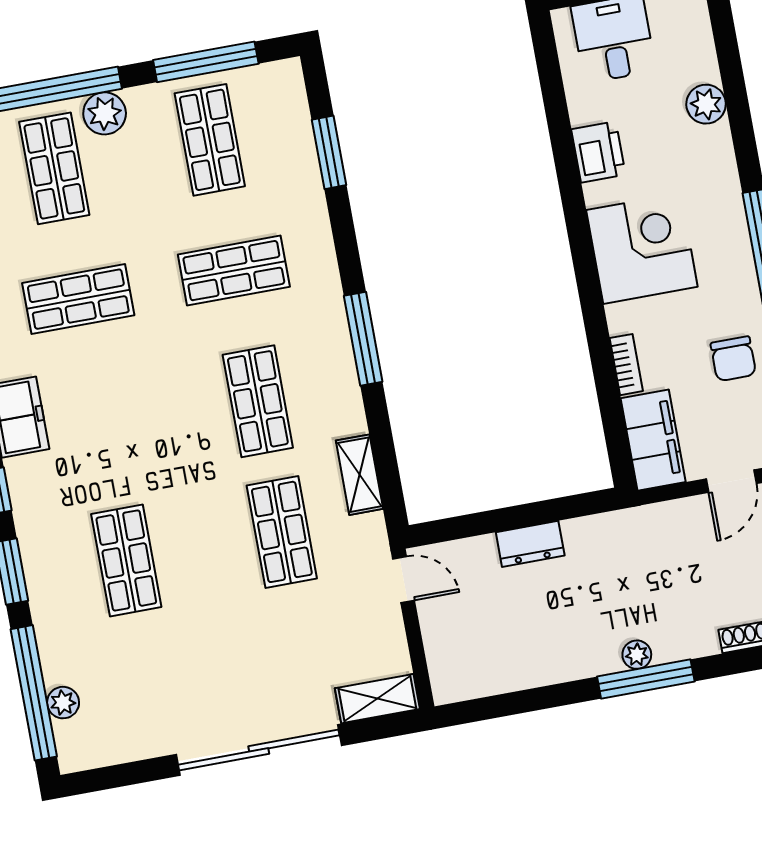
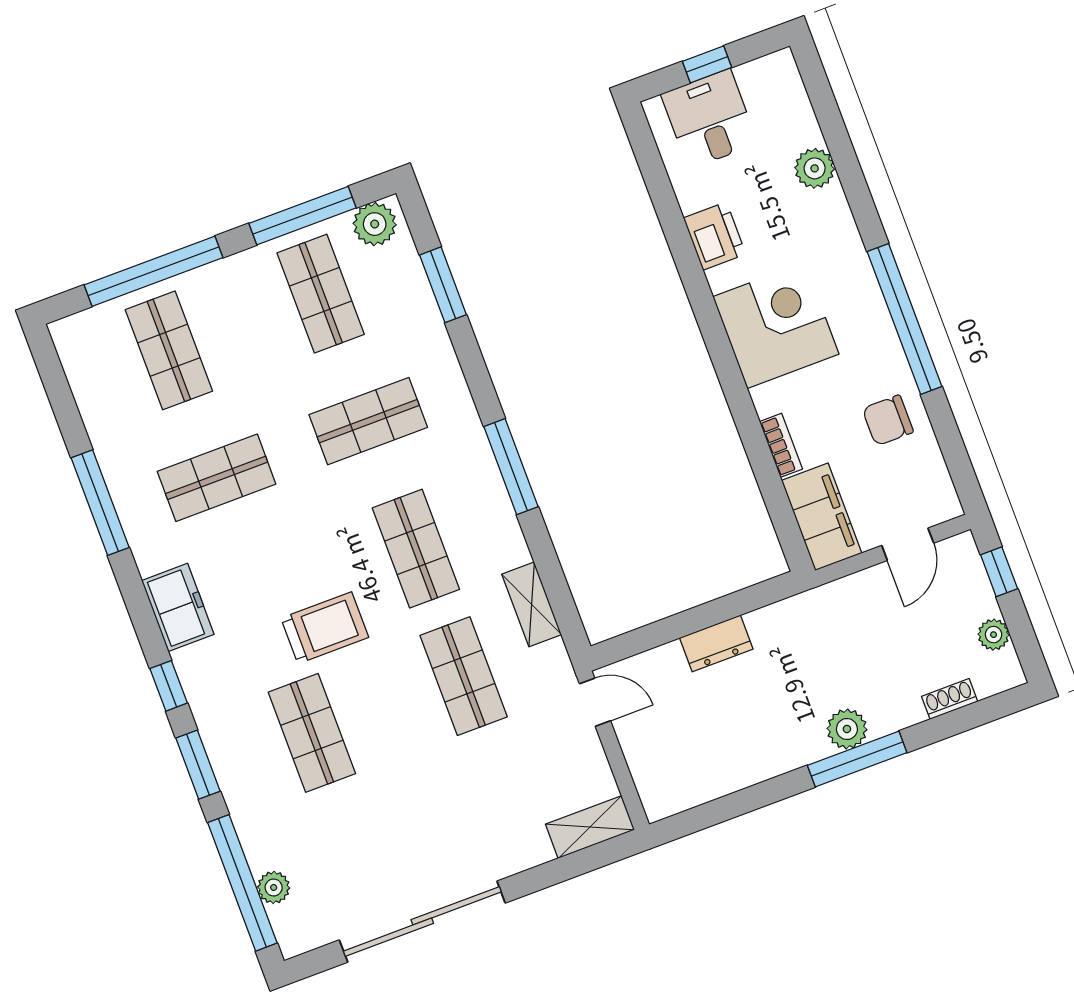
plant: (105, 113) -> (375, 224), moved
chair: (733, 359) -> (888, 420), turned 90
trolley: (157, 462) -> (325, 628), added
plant: (637, 655) -> (847, 729), width x1.38, depth x1.38
sliding door: (259, 750) -> (422, 922), moved

